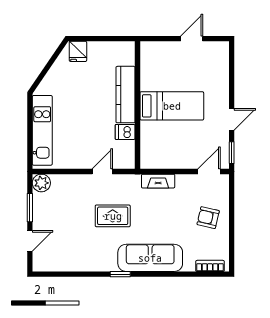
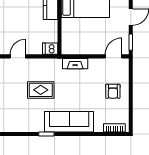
dishwasher: (125, 132) -> (50, 49), moved
door: (102, 171) -> (18, 56), moved
armchair: (208, 218) -> (113, 91), turned -103

